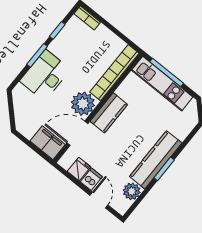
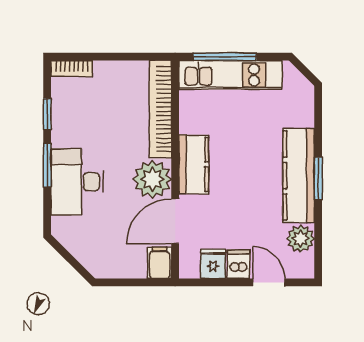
filing cabinet: (48, 143) -> (160, 263), width x0.50

